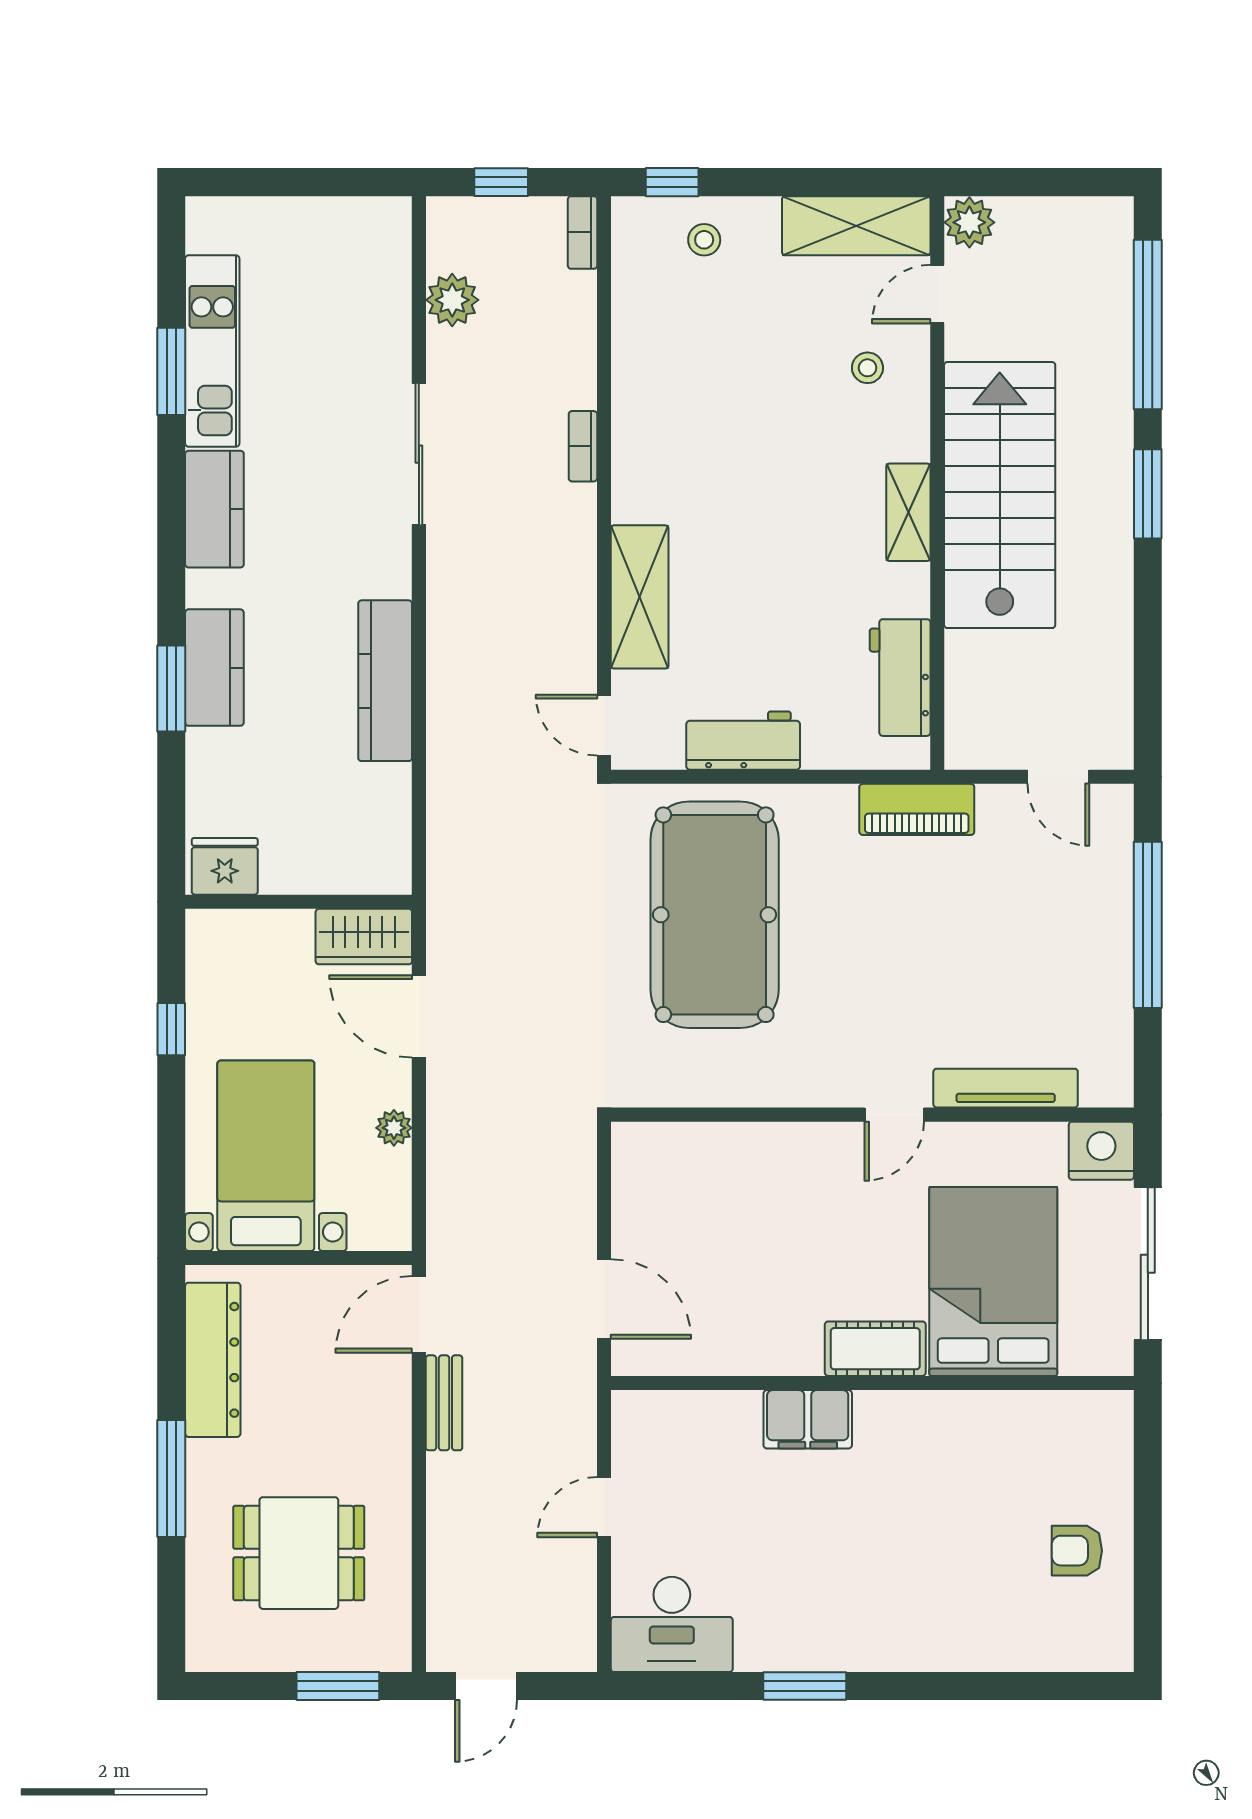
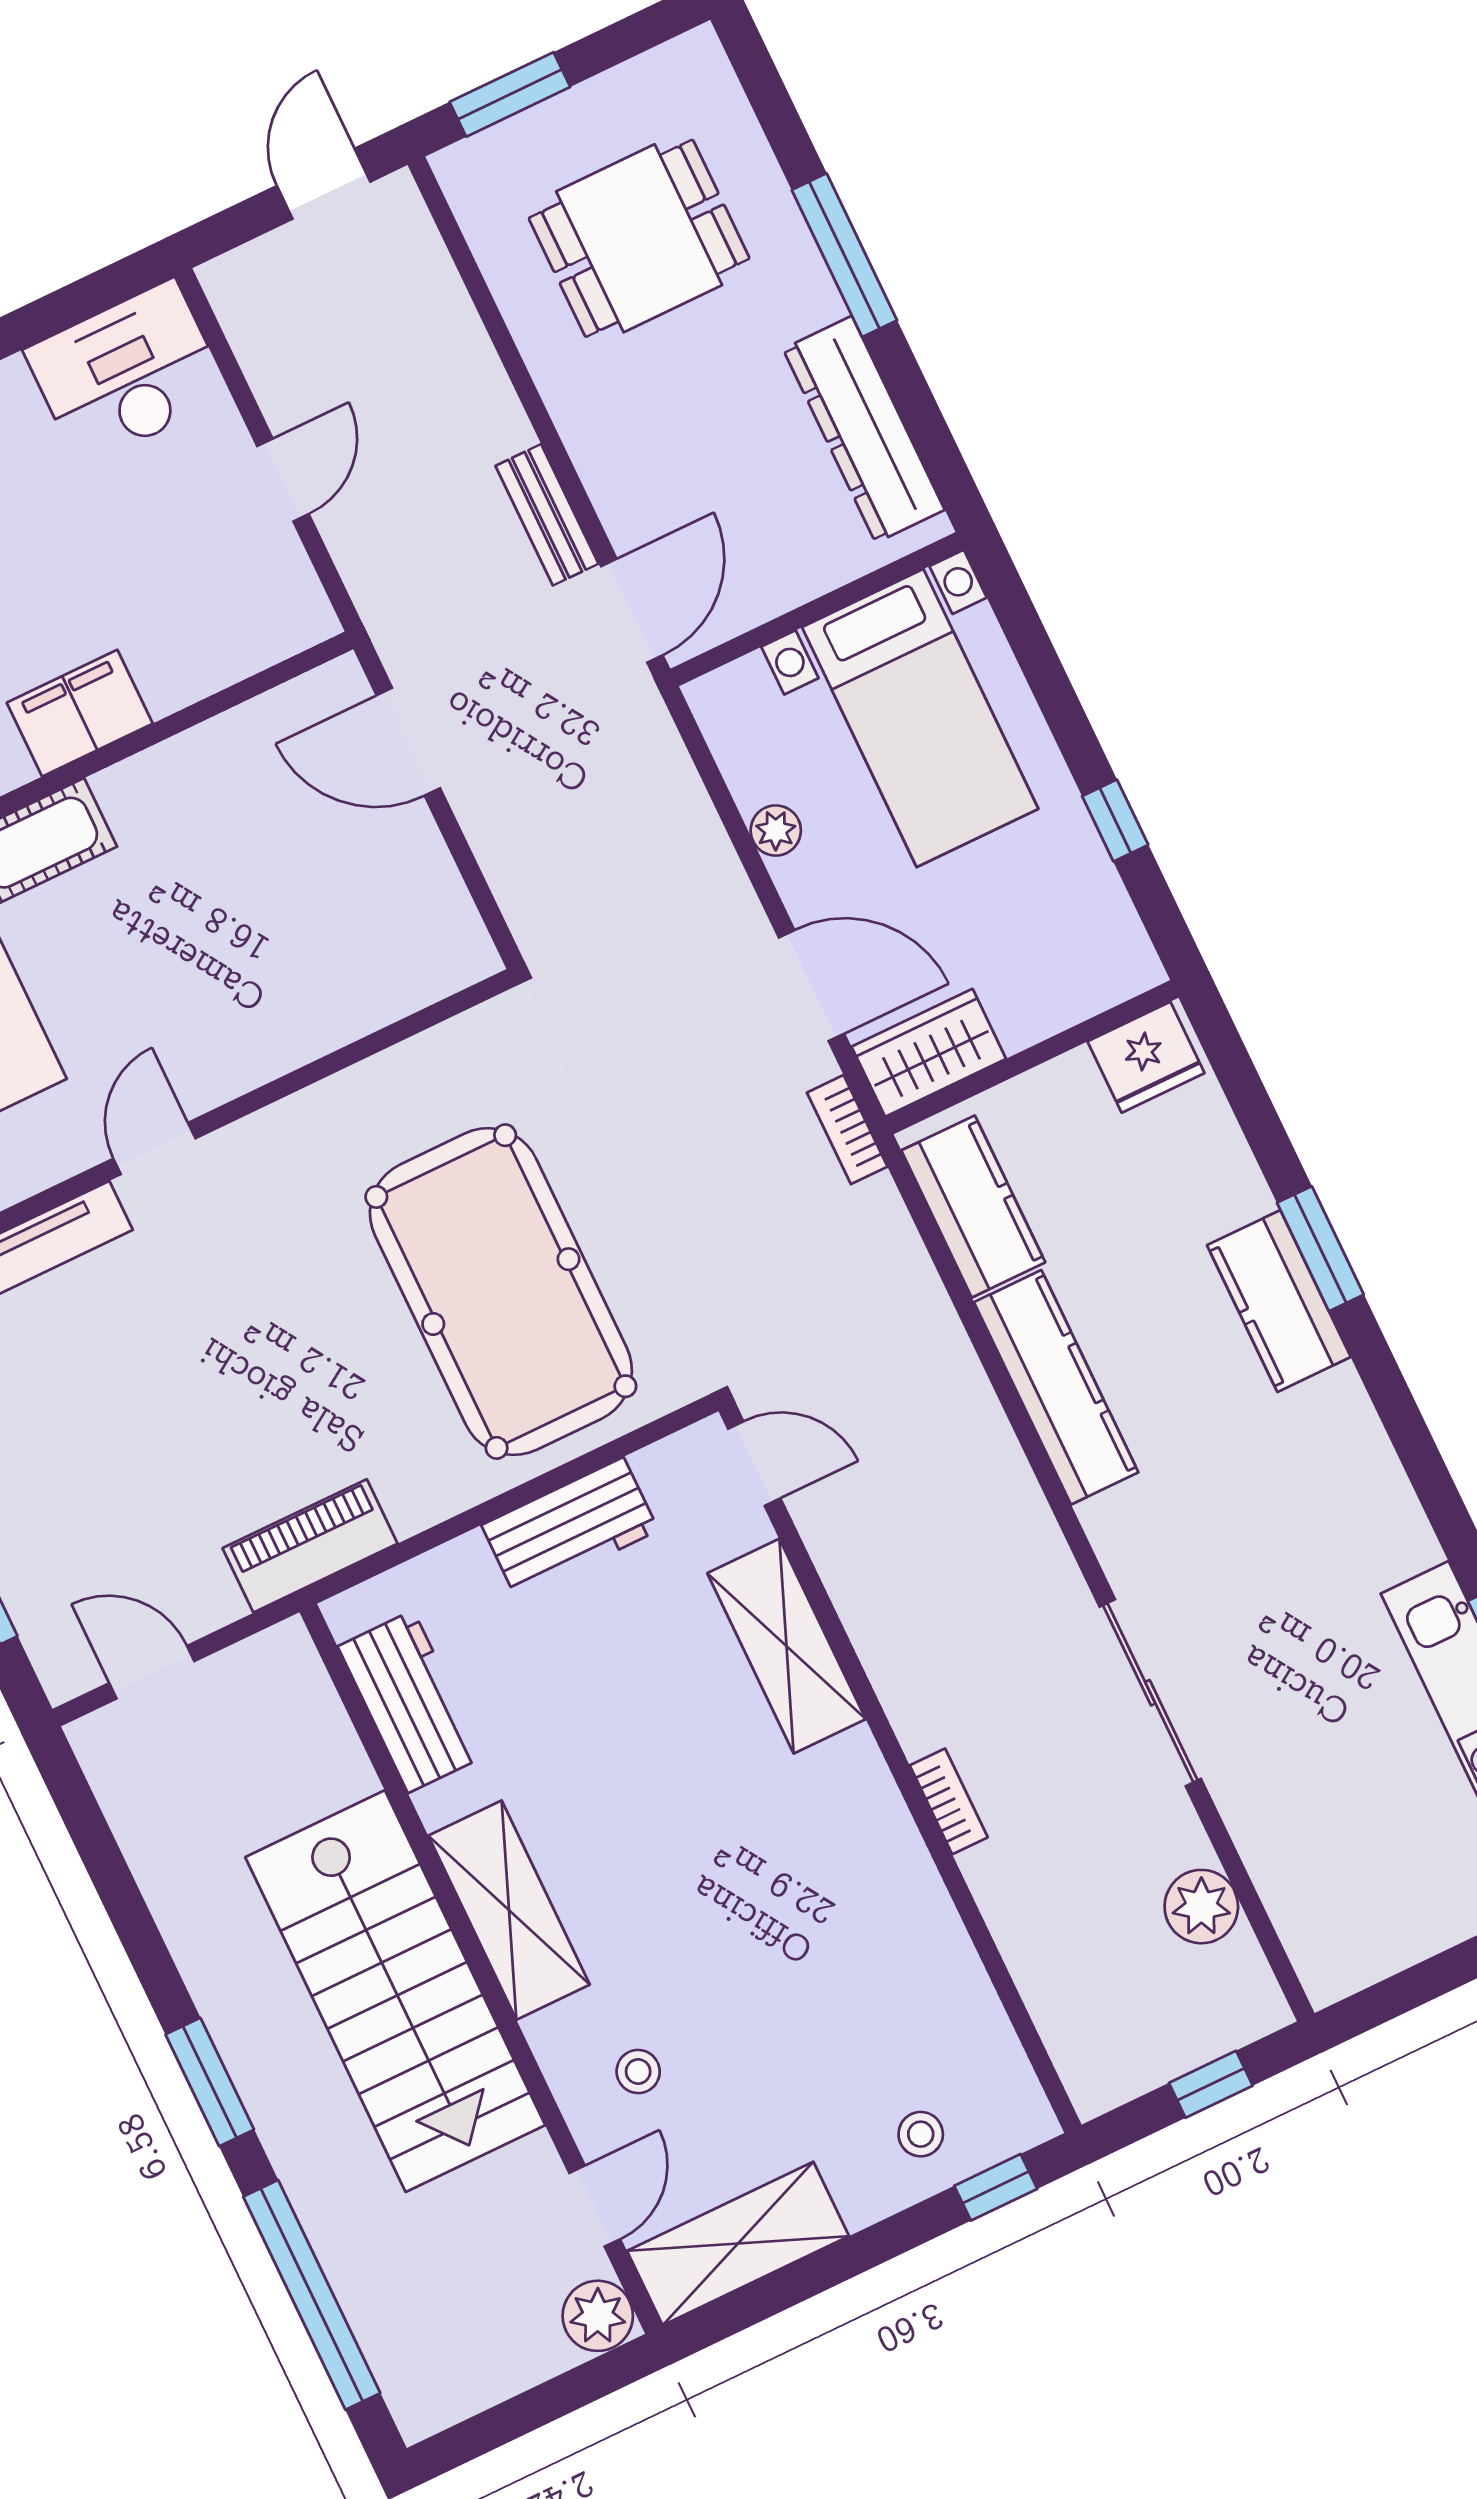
bookcase: (582, 232) -> (847, 1130), moved, turned 180
kitchen counter: (214, 509) -> (973, 1206), moved, turned 180
shelving: (908, 512) -> (509, 1910), width x1.50, depth x1.33

